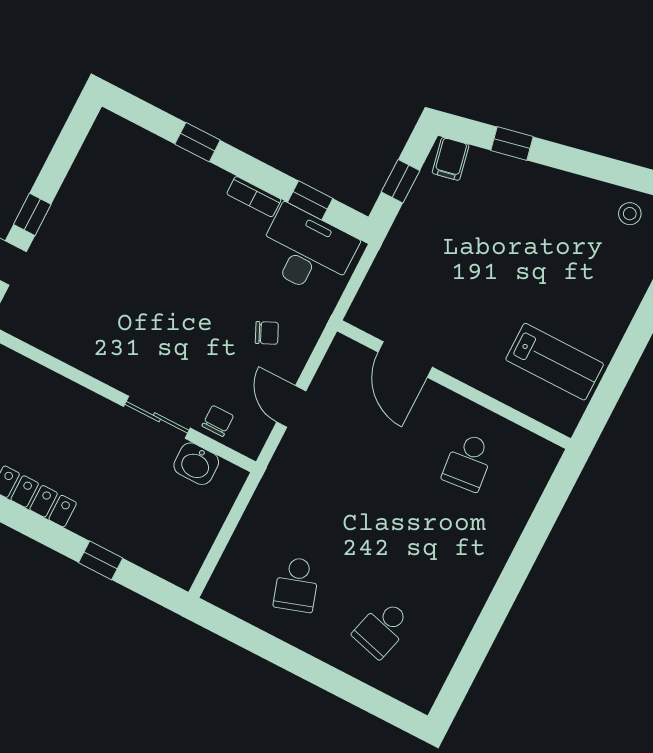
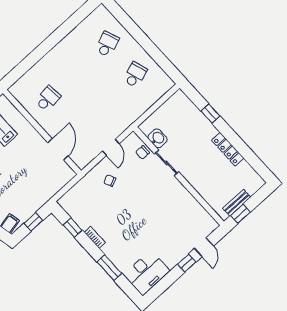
window: (198, 142) -> (109, 268), width x1.50
desk: (307, 251) -> (147, 273), moved, turned -90
school desk: (382, 629) -> (107, 44), turned -36

